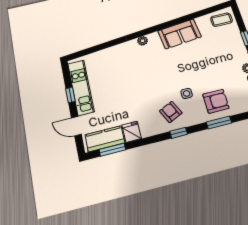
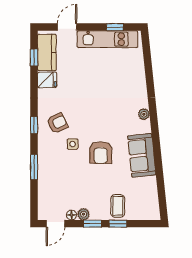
coffee table: (221, 20) -> (118, 206), moved
window: (70, 95) -> (115, 27), moved
armchair: (216, 101) -> (101, 153), moved
window: (112, 150) -> (34, 57), width x0.67

